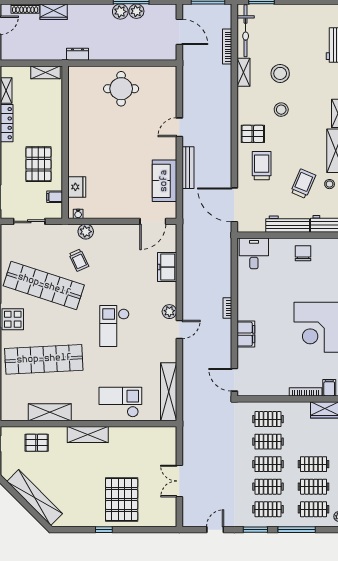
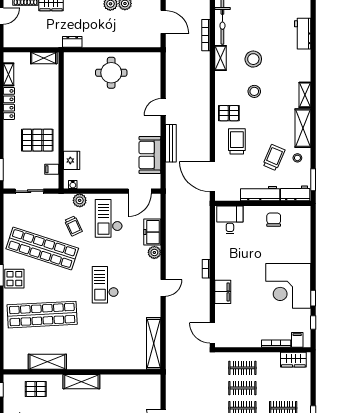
pallet: (38, 164) -> (37, 140), turned 90
plant: (169, 312) -> (154, 252), moved
checkout: (120, 402) -> (109, 218), moved, turned -90

